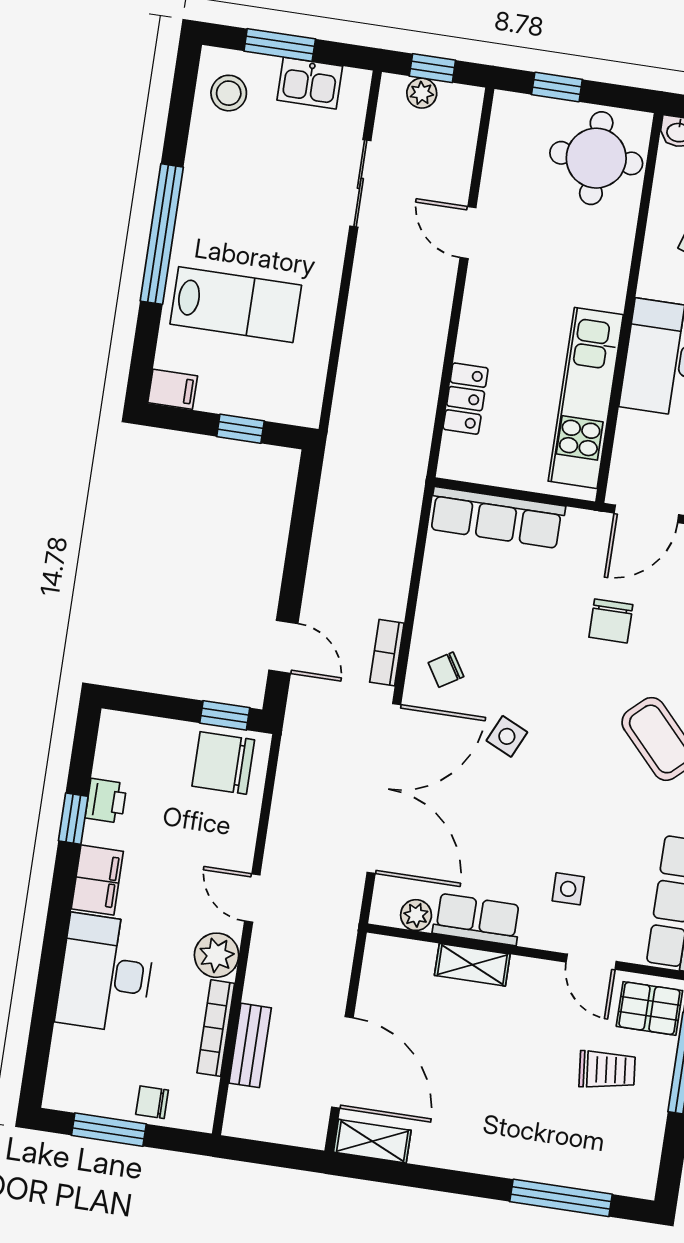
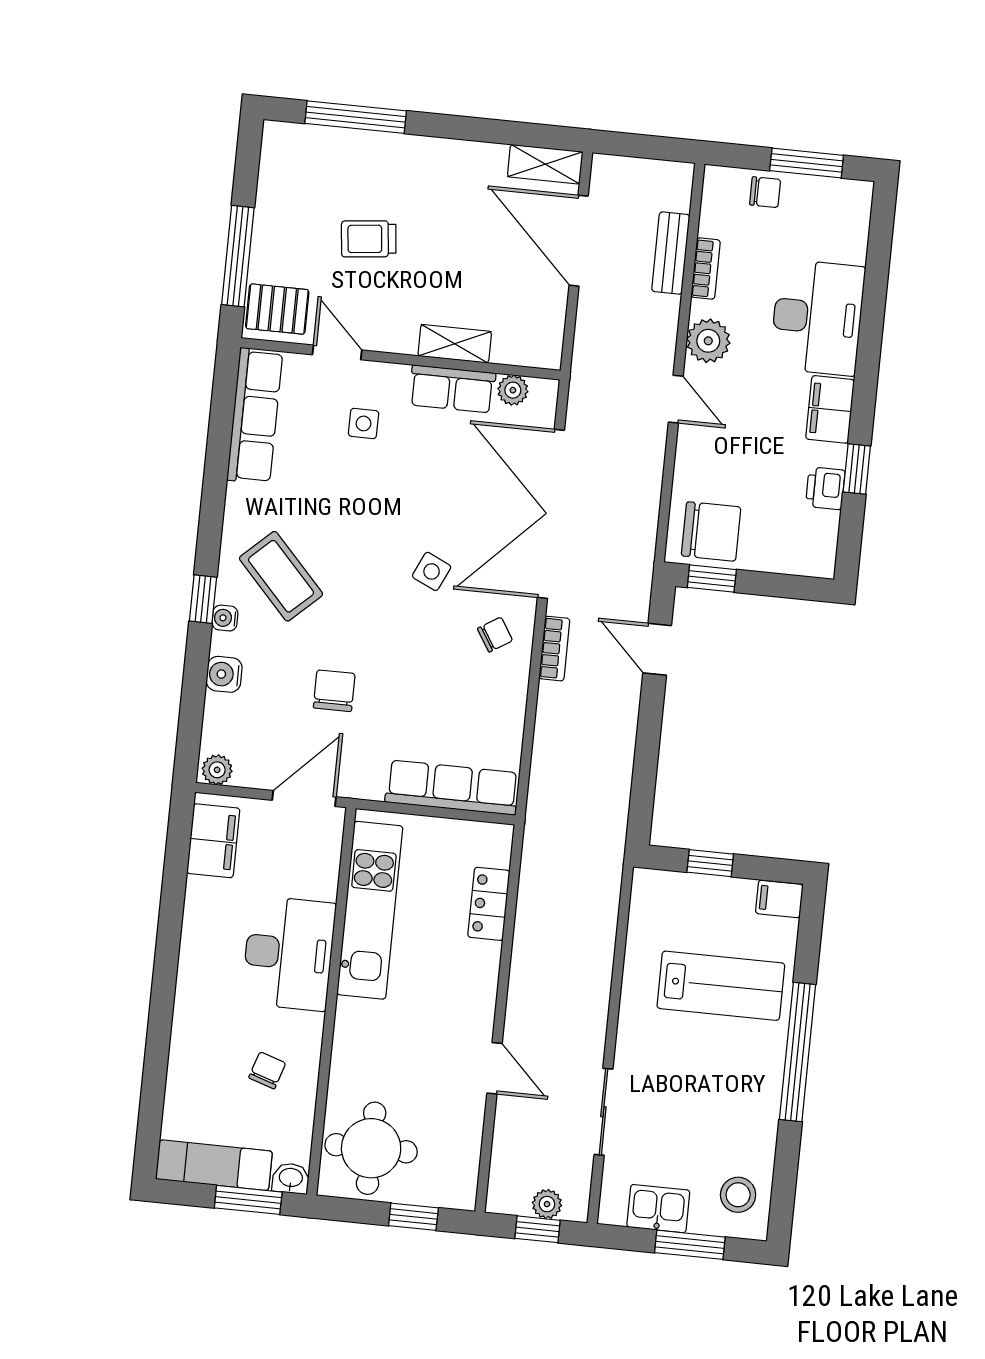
lab bench: (236, 305) -> (721, 986), turned 180
bookcase: (216, 1028) -> (706, 269), width x0.64
trolley: (607, 1070) -> (369, 239), moved

